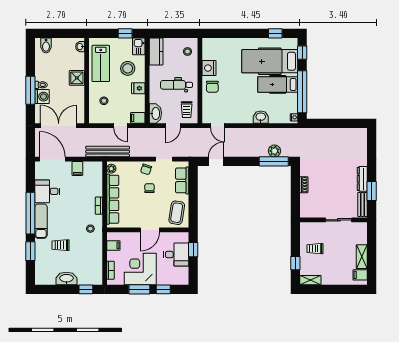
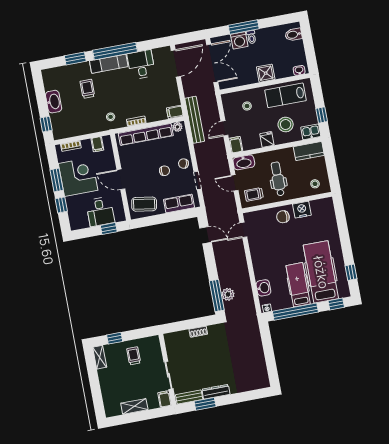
washbasin: (261, 117) -> (263, 288), moved
filing cabinet: (77, 168) -> (175, 112), moved
filing cabinet: (360, 275) -> (165, 399), moved

